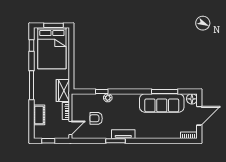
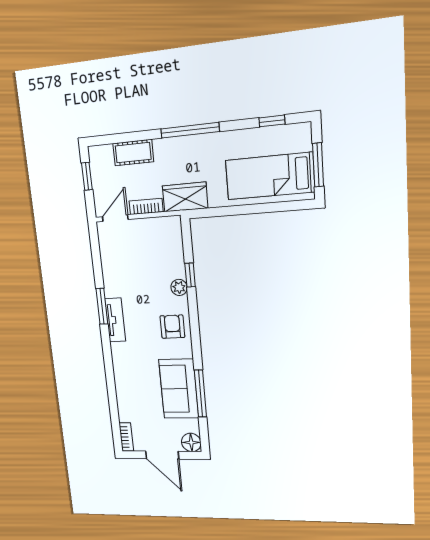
bed: (52, 48) -> (270, 176), width x0.67
sofa: (162, 103) -> (179, 389), width x0.73
armchair: (96, 118) -> (172, 327), moved
door: (70, 128) -> (115, 218), swing flipped

